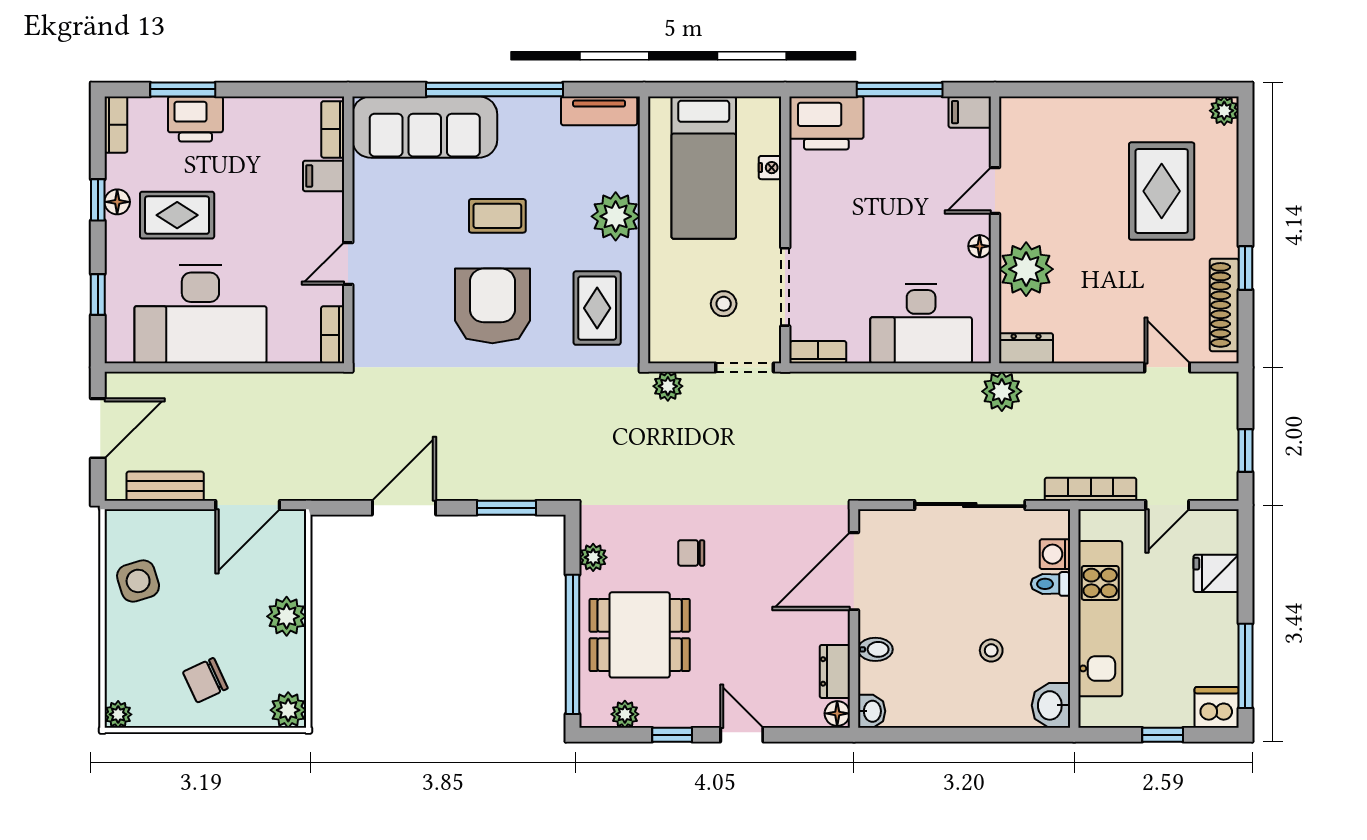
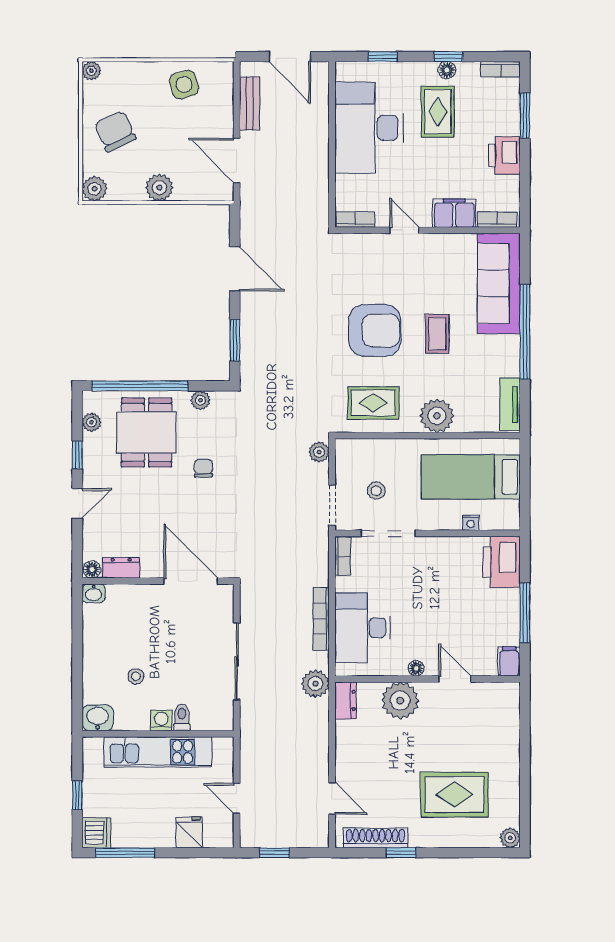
printer: (195, 119) -> (504, 155), moved
filing cabinet: (324, 176) -> (454, 213), width x2.00
door: (1167, 367) -> (332, 798), hinge flipped
bookcase: (1091, 489) -> (321, 619), moved, turned 180
washing machine: (1055, 554) -> (161, 720), moved
bidet: (875, 649) -> (137, 596), removed
chair: (205, 680) -> (115, 131), width x1.37, depth x1.37

